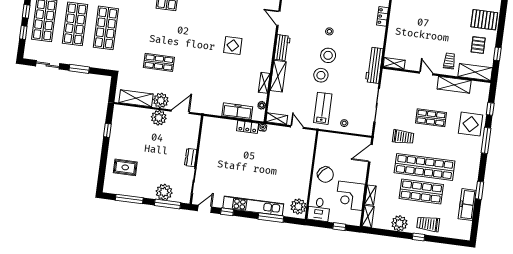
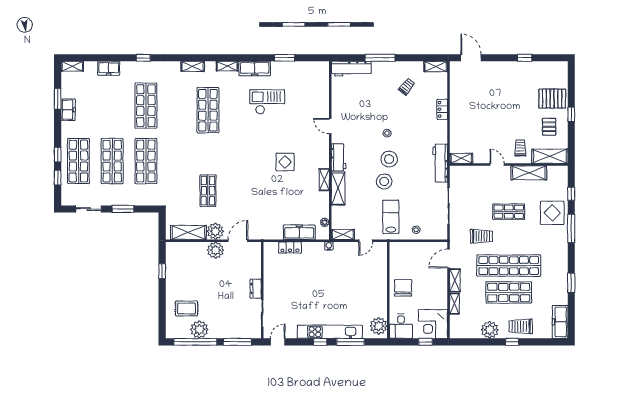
window: (497, 54) -> (571, 114), moved
shop shelf: (159, 62) -> (208, 191), turned 90
shelving: (264, 83) -> (324, 180), moved
locker: (248, 127) -> (290, 248), moved
door: (297, 127) -> (366, 241), swing flipped
chair: (325, 175) -> (403, 288), turned -132
plant: (164, 192) -> (199, 329), moved
corner desk: (350, 196) -> (433, 324), moved
window: (129, 199) -> (195, 342), width x1.46
freezer: (467, 205) -> (560, 322), moved
window: (227, 212) -> (320, 342), moved
shelving: (368, 216) -> (455, 280), moved

